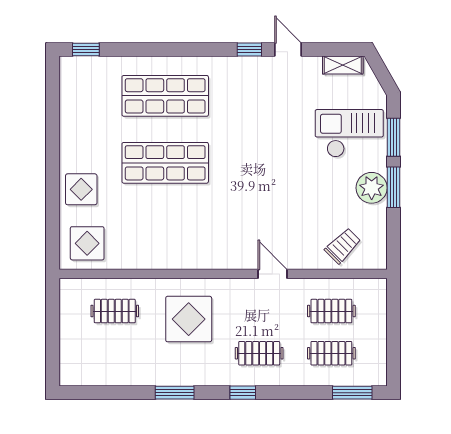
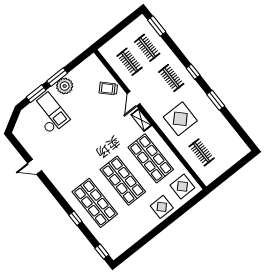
window: (249, 50) -> (75, 218), moved
door: (288, 50) -> (35, 167), hinge flipped
shelving: (343, 65) -> (141, 120), moved
checkout: (349, 133) -> (49, 113), turned 180
shop shelf: (165, 230) -> (151, 158), added
trolley: (343, 246) -> (108, 89), moved

